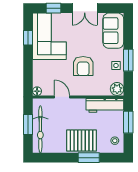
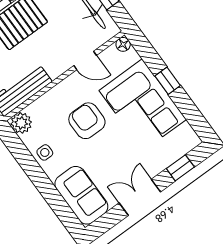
corner sofa: (49, 36) -> (143, 105), moved
window: (28, 38) -> (168, 81), moved
window: (128, 60) -> (34, 171), removed

